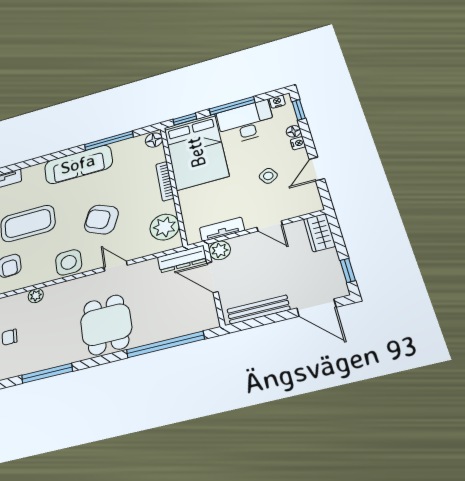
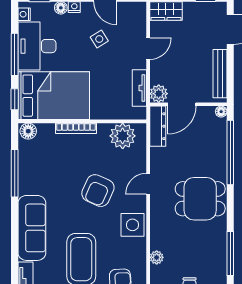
sofa: (78, 164) -> (32, 228), moved
floor lamp: (212, 322) -> (221, 112), added

